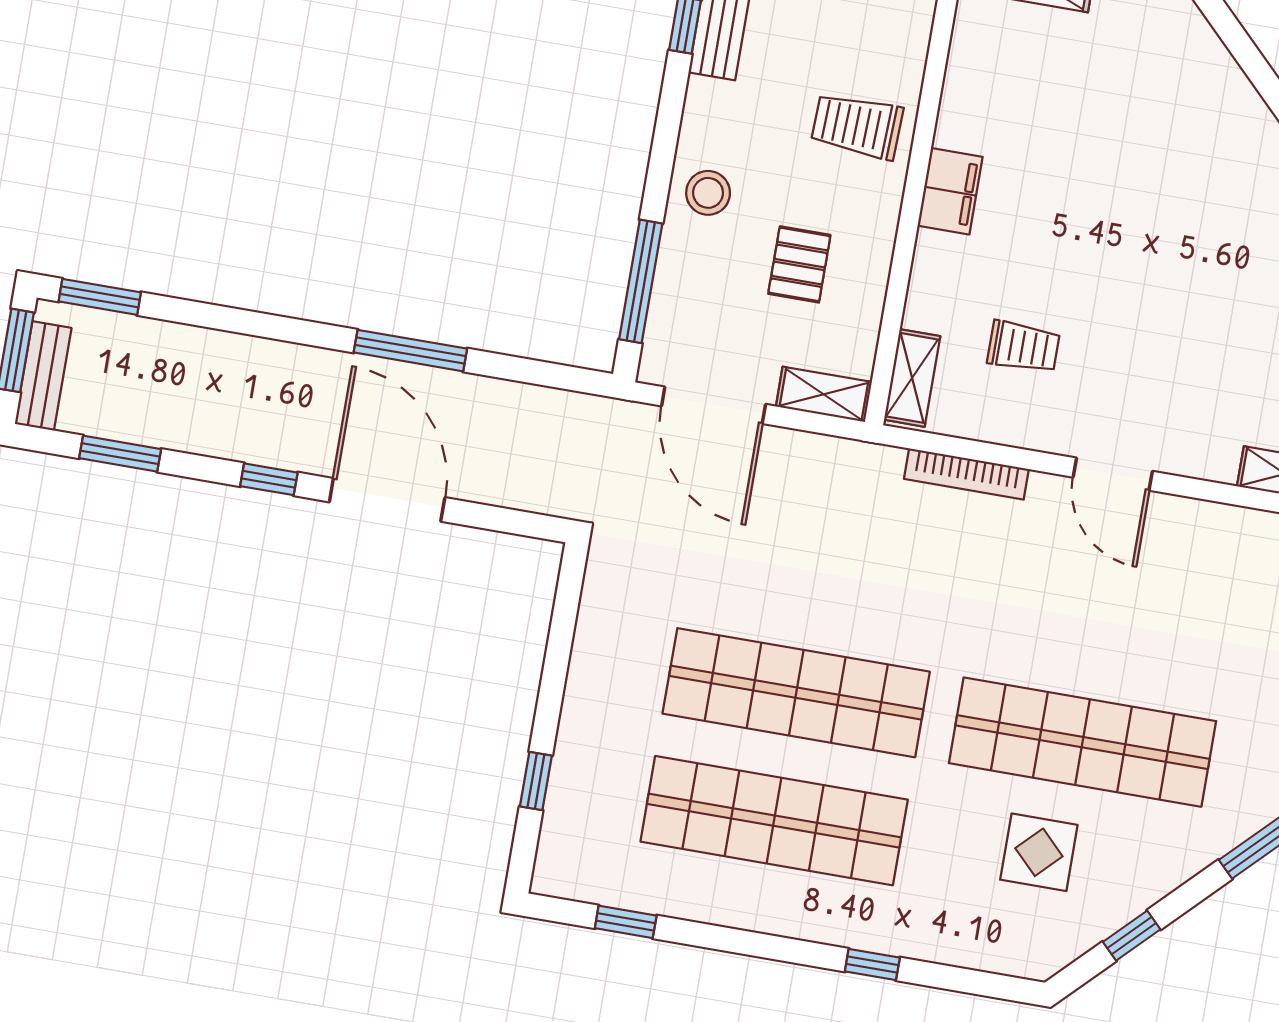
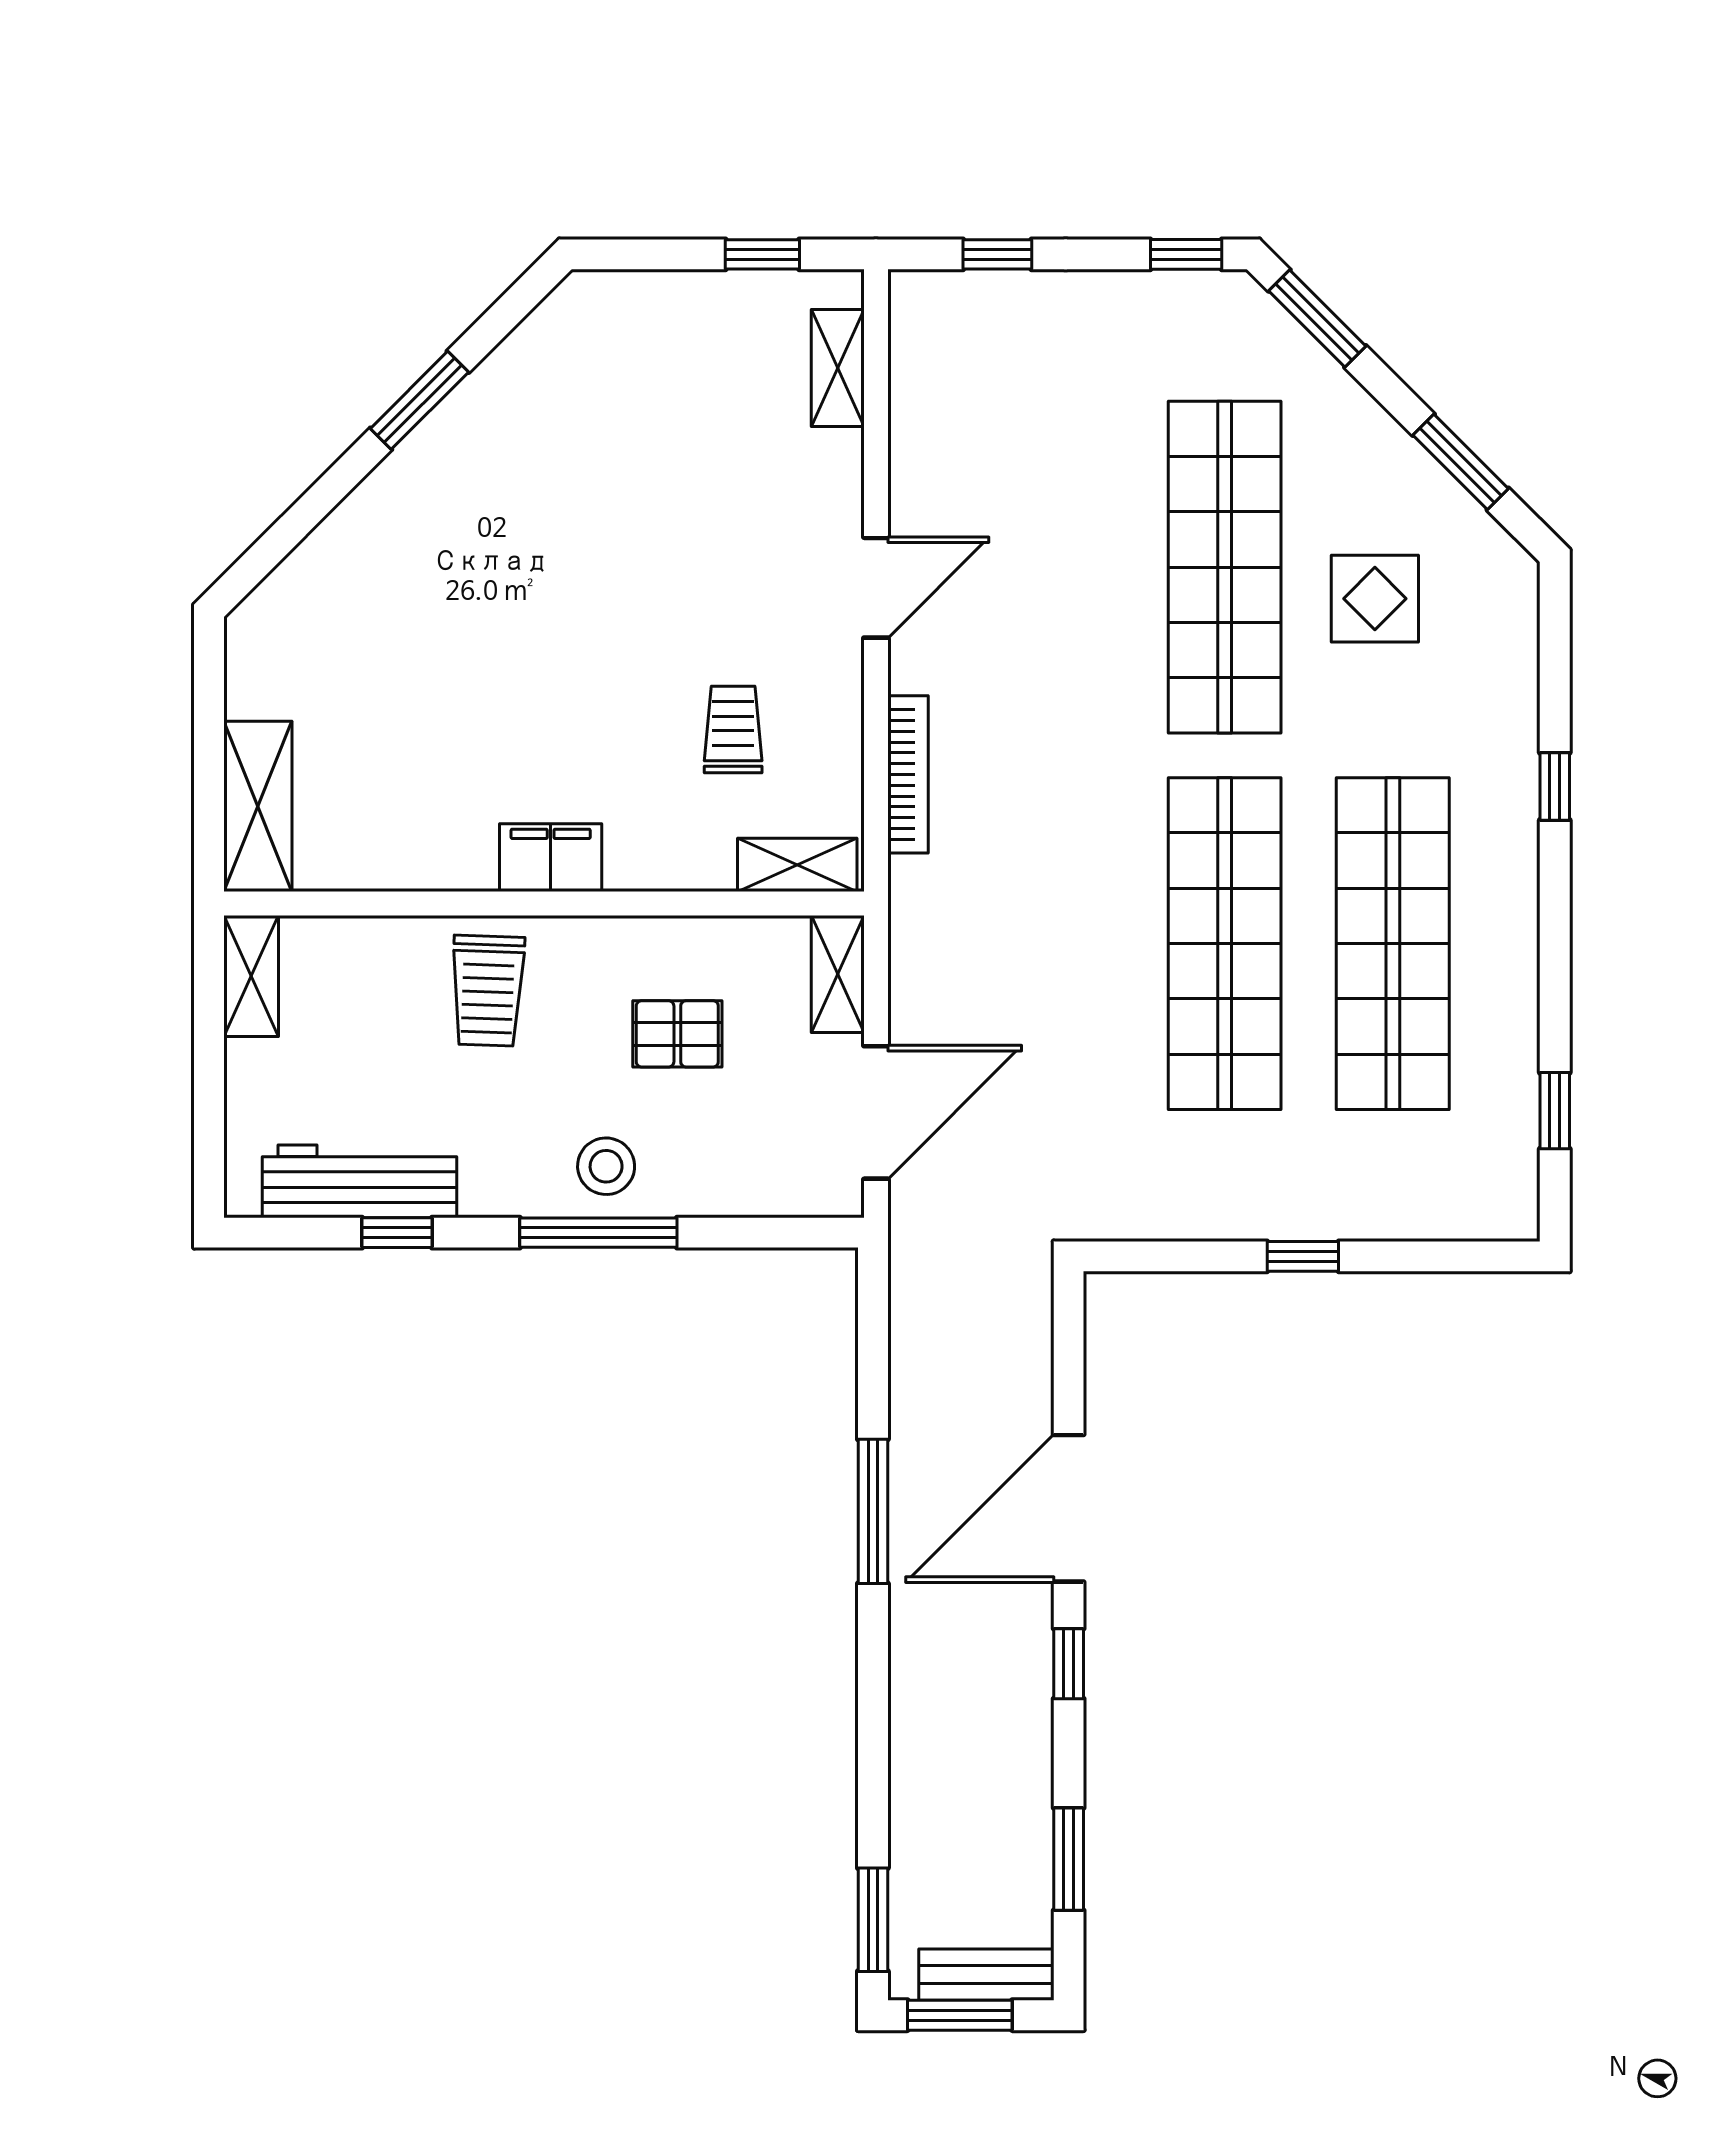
window: (641, 281) -> (598, 1233), moved
window: (536, 781) -> (1303, 1256), moved
window: (1132, 936) -> (1461, 462), width x1.50

